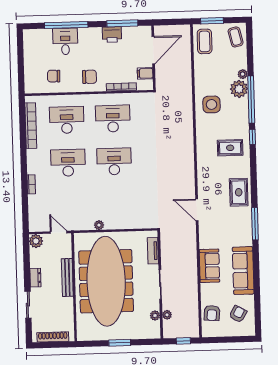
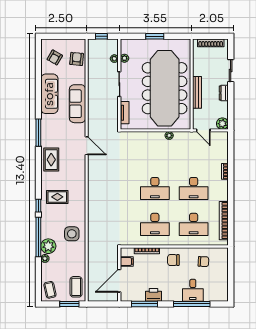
sofa: (209, 266) -> (78, 104), width x1.36

